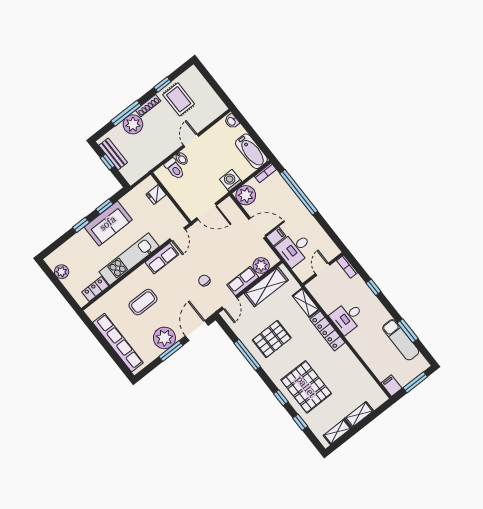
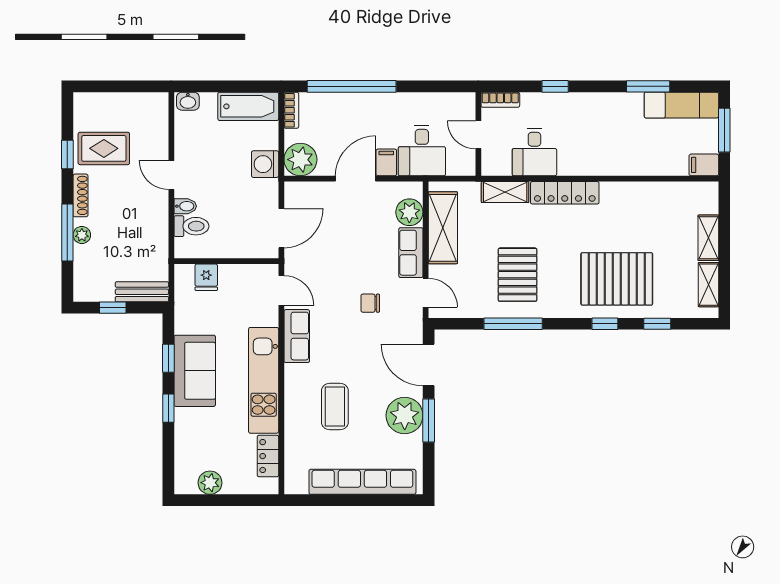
plant: (133, 124) -> (82, 235), width x0.53, depth x0.53
bench: (113, 154) -> (142, 292), moved
desk: (347, 317) -> (534, 152), moved
exam couch: (401, 340) -> (681, 105), moved

